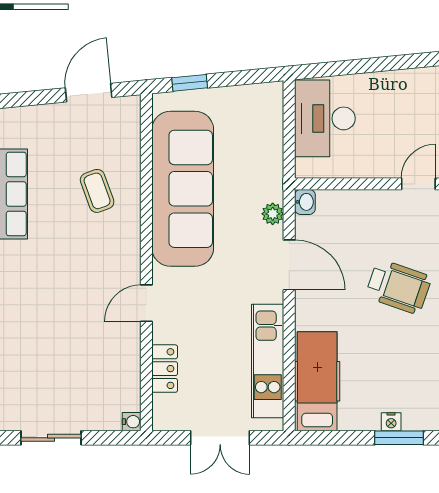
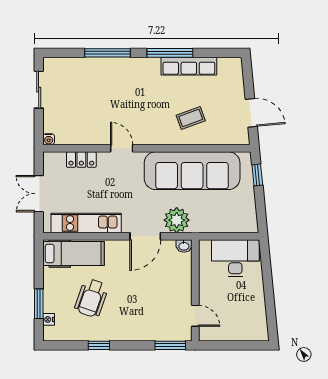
plant: (273, 214) -> (177, 220), width x1.88, depth x1.88
wheelchair: (398, 287) -> (91, 298), moved
nightstand: (391, 422) -> (49, 319), moved

